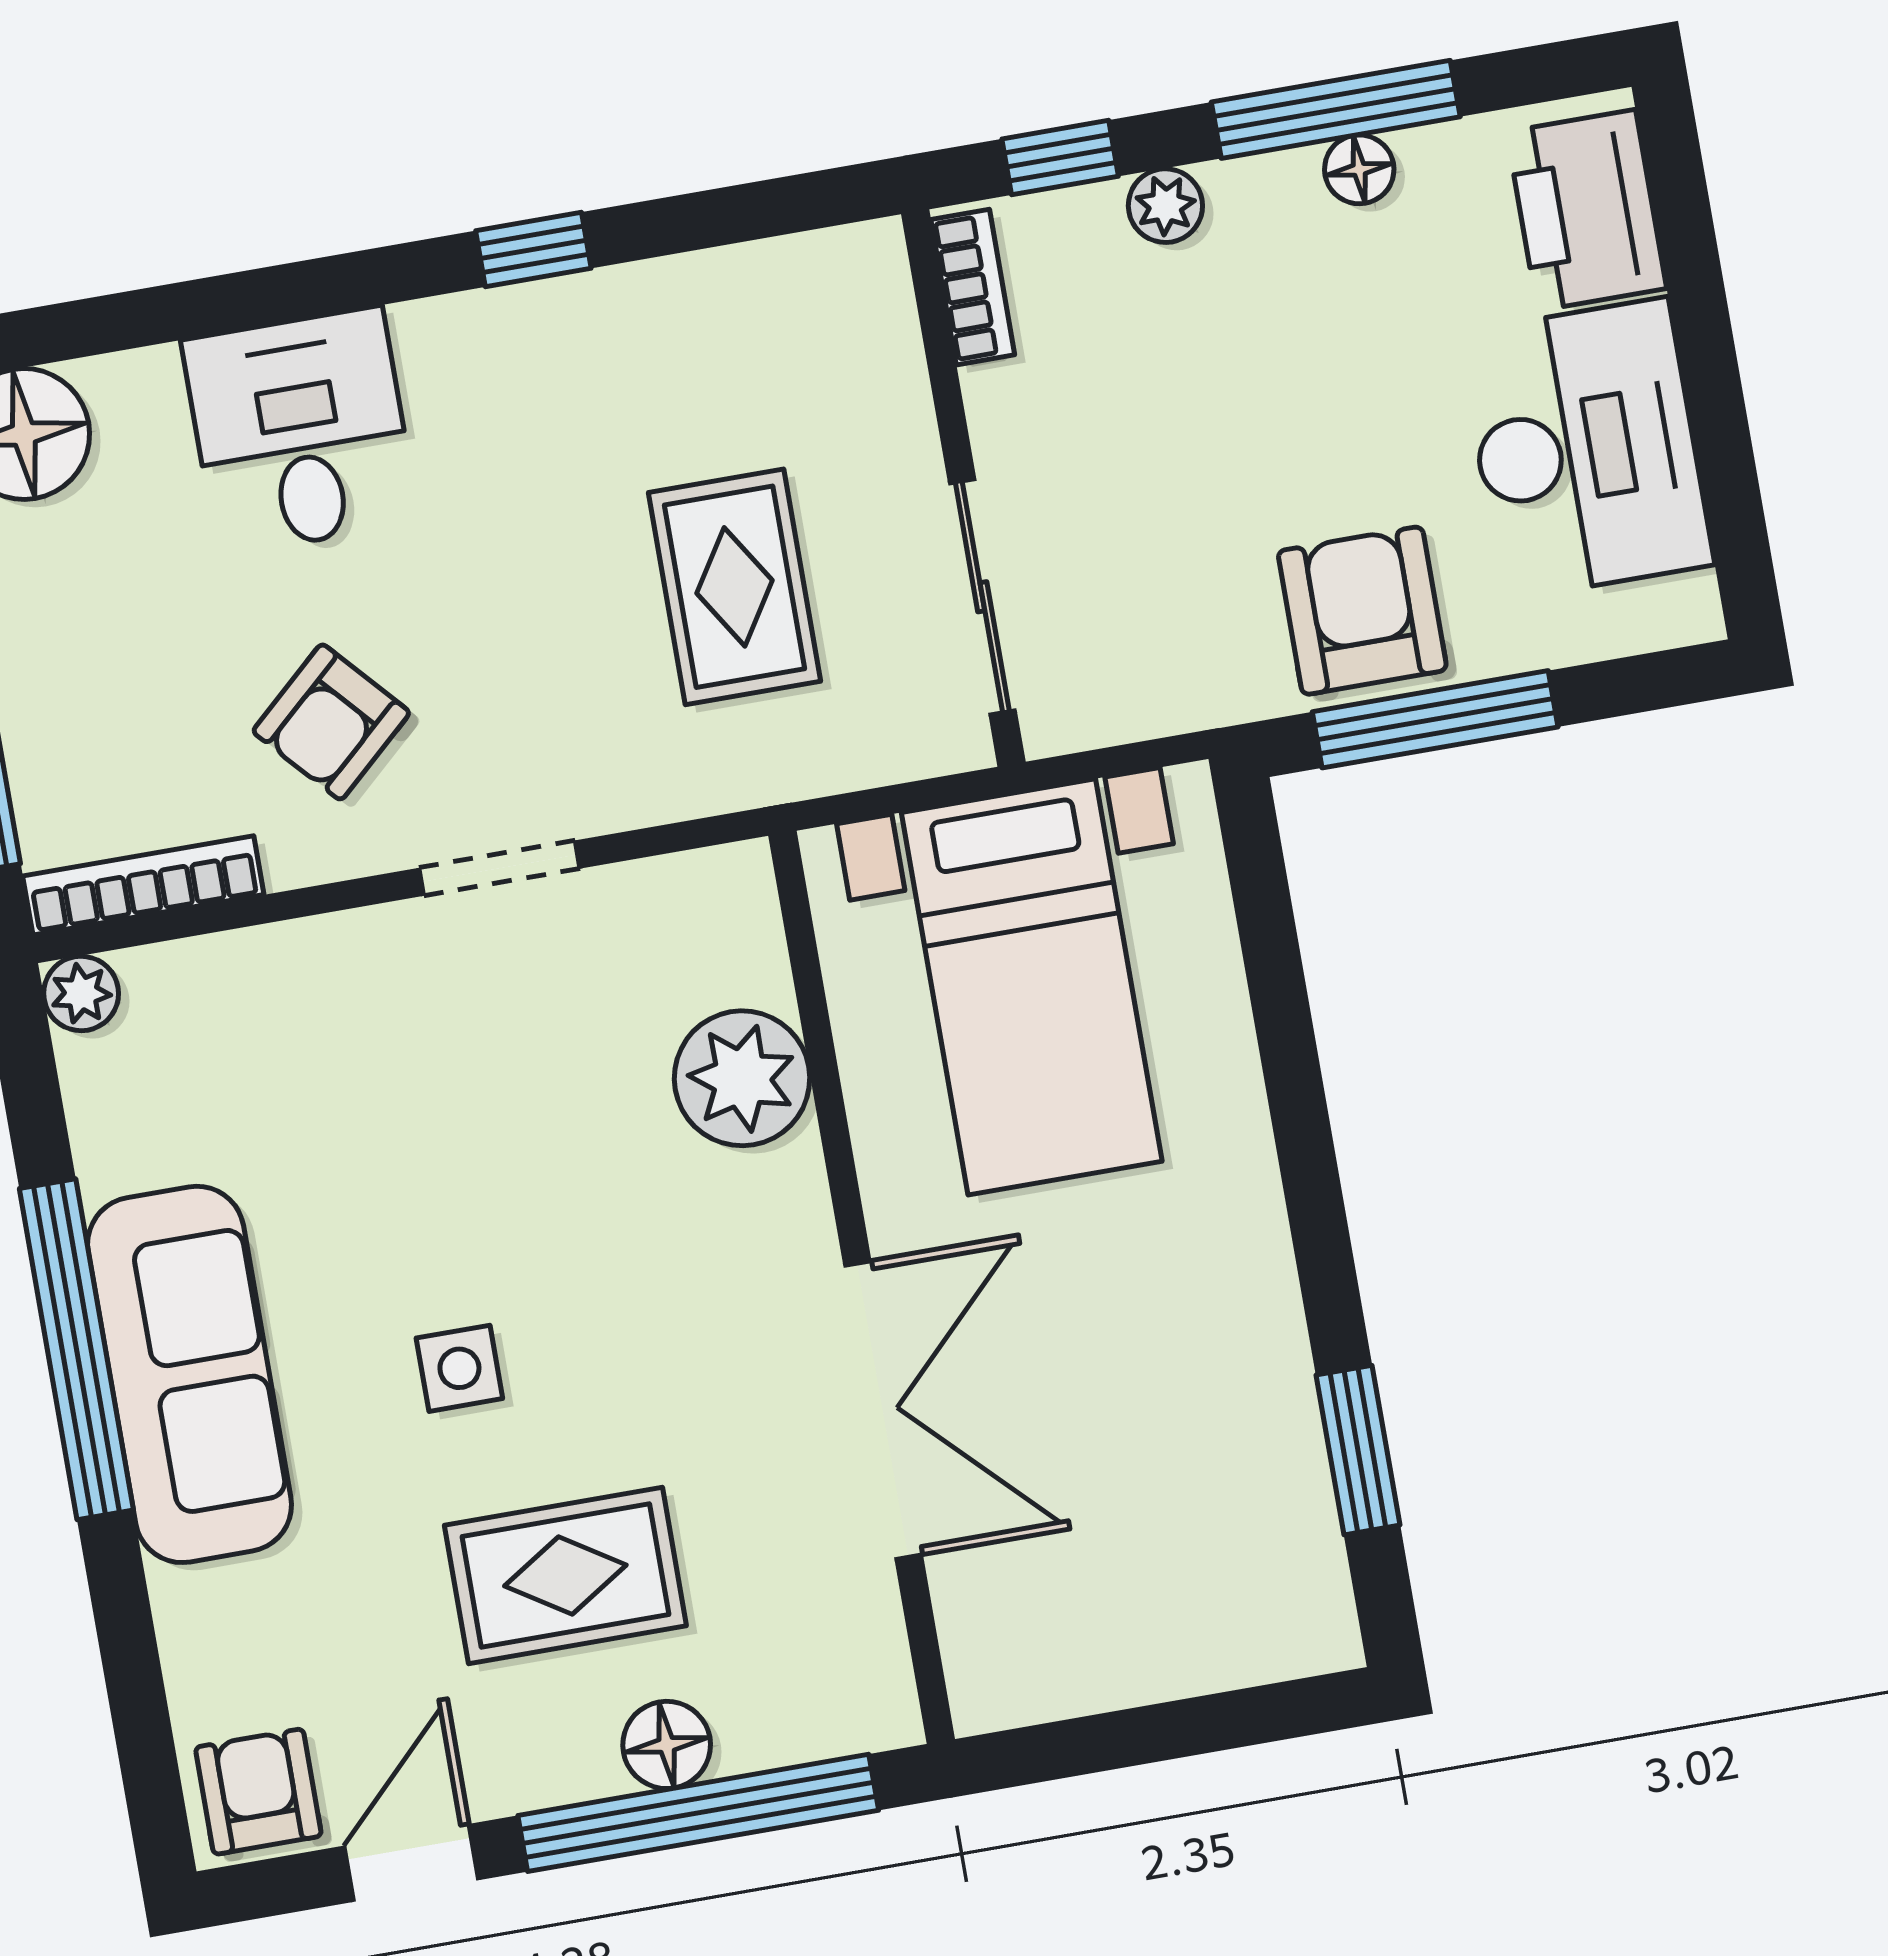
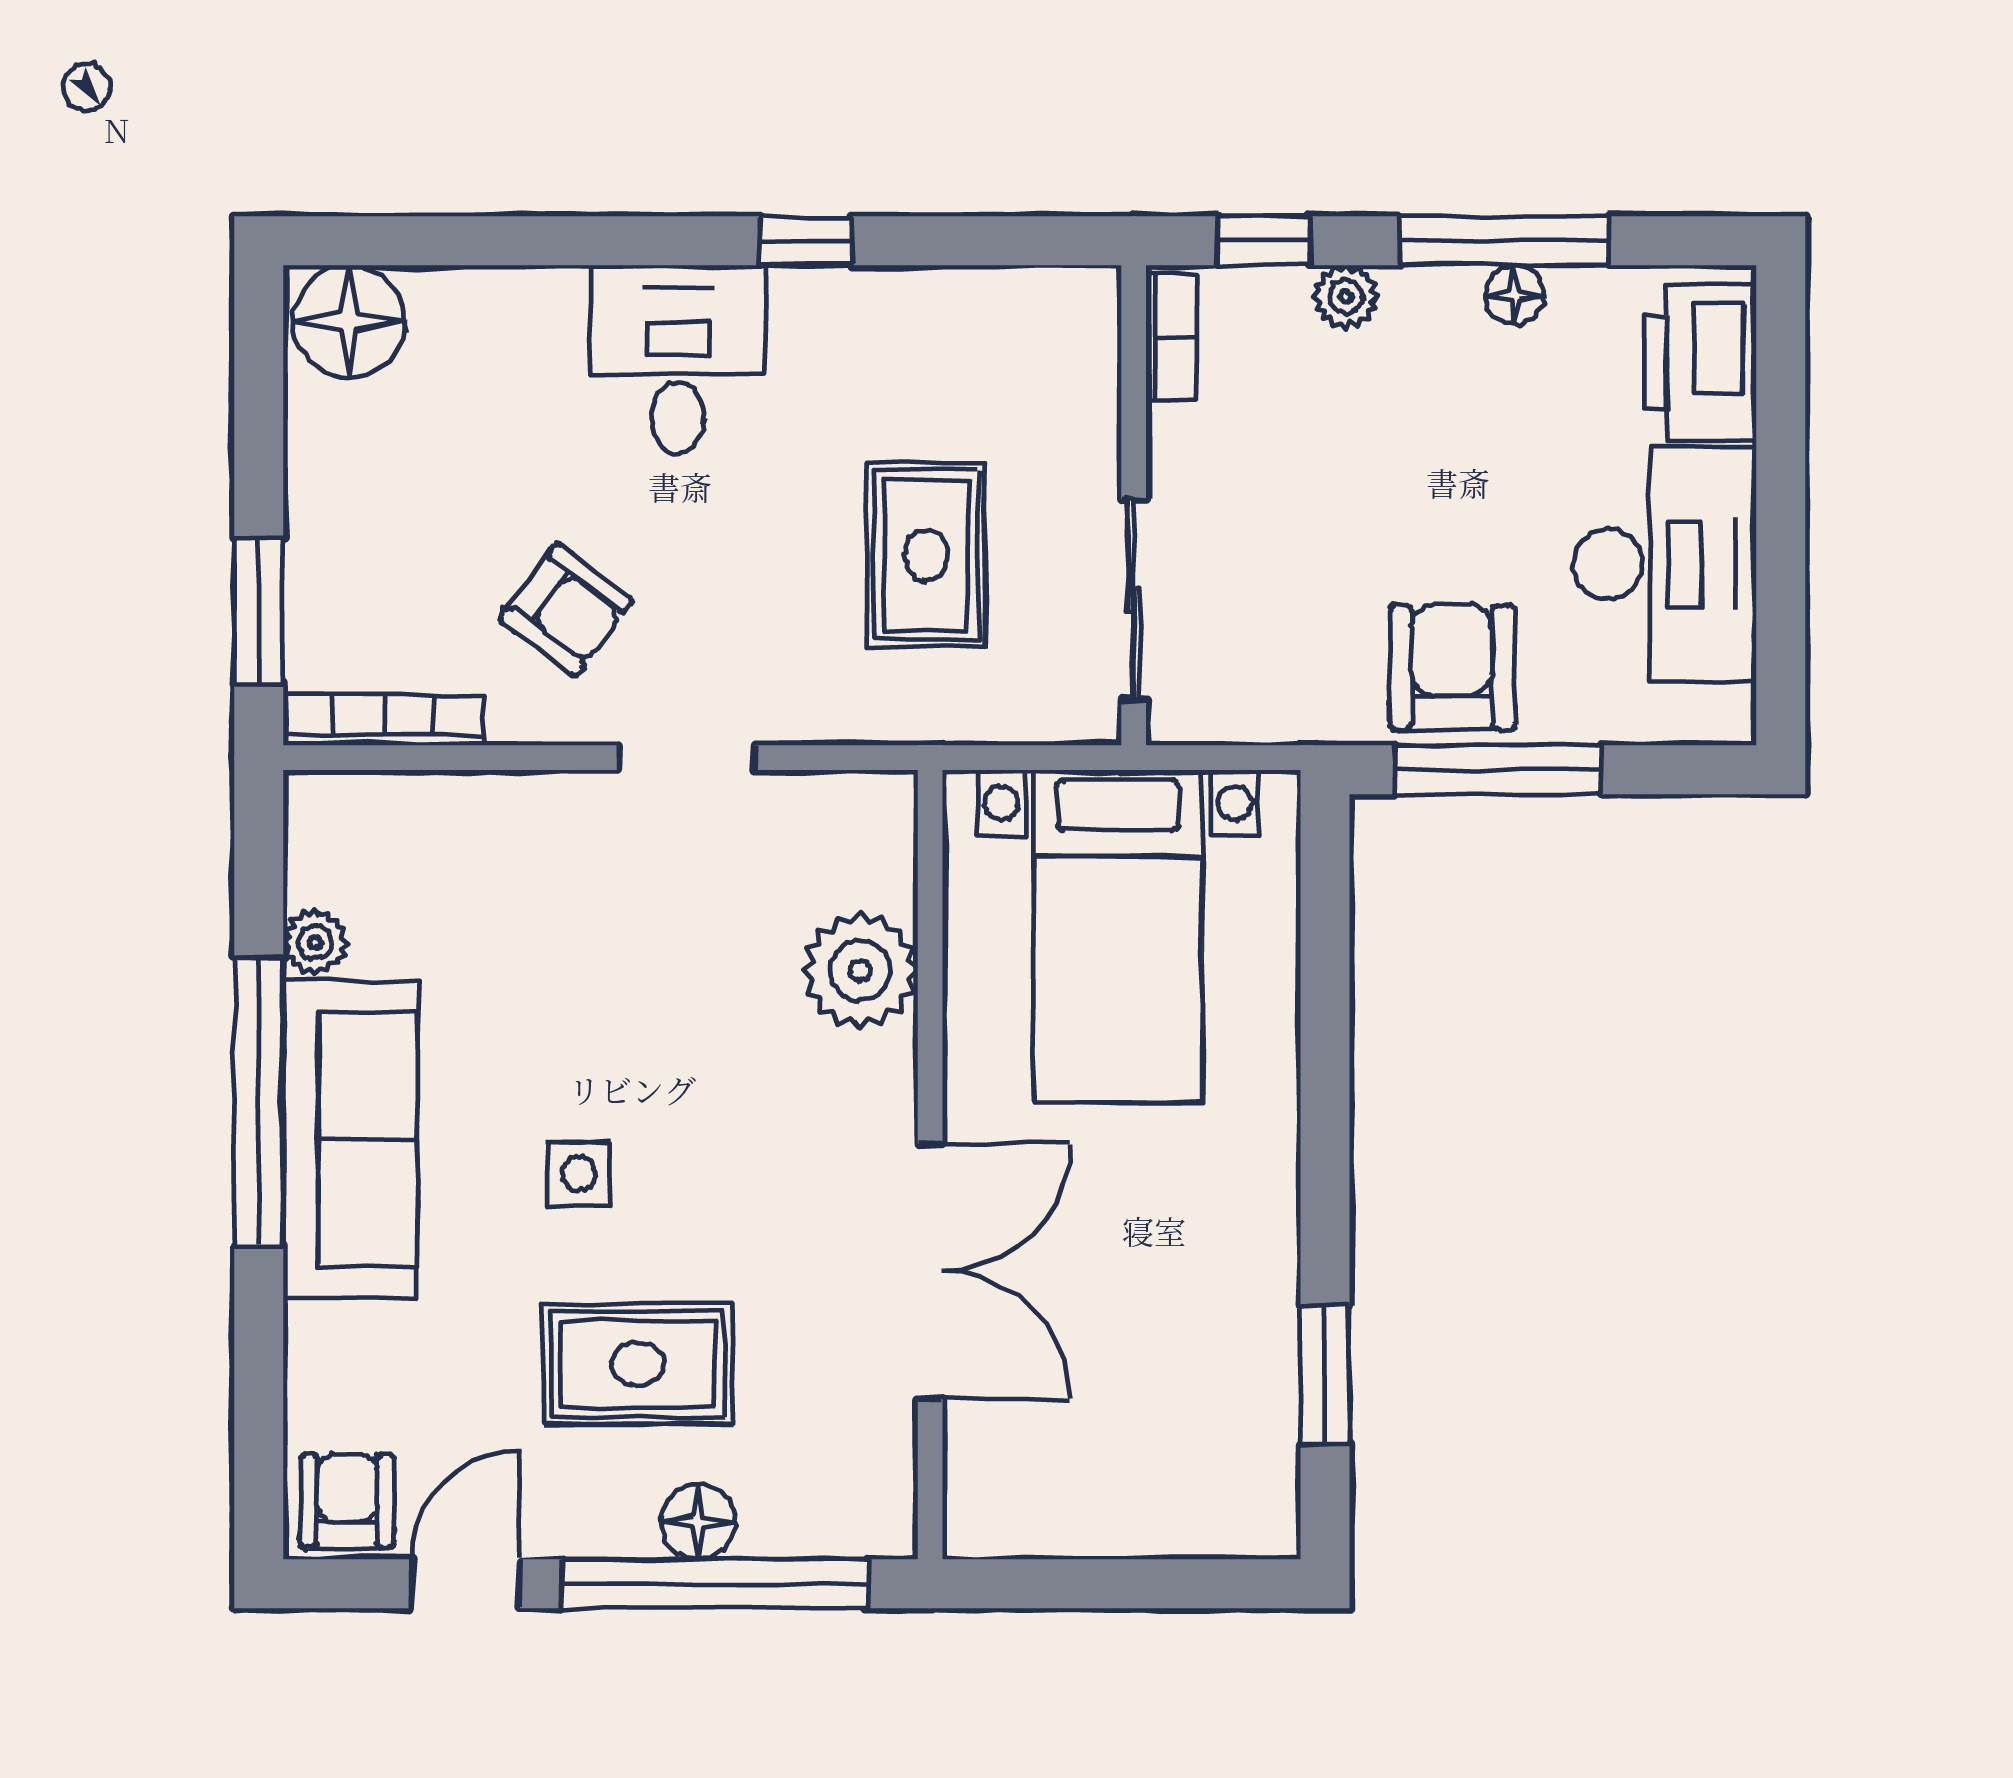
desk: (300, 431) -> (678, 360), moved
armchair: (331, 722) -> (566, 610), turned -101
plant: (81, 993) -> (315, 942), moved

